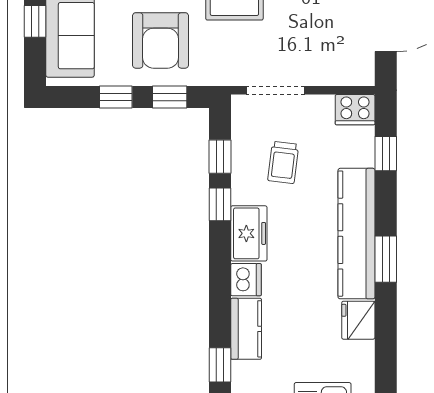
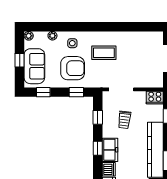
armchair: (160, 40) -> (73, 68), turned -90
window: (116, 97) -> (43, 92), moved
window: (220, 204) -> (98, 148), moved

